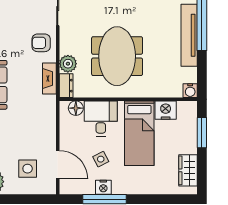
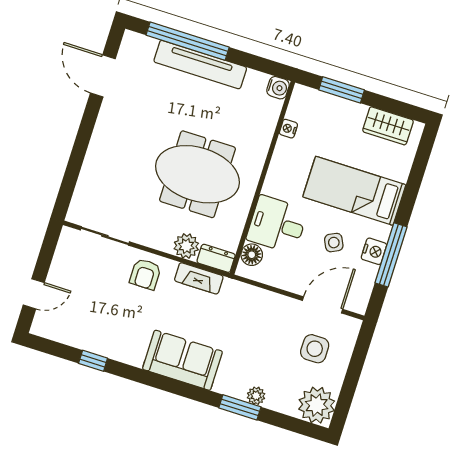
nightstand: (166, 110) -> (288, 129), width x0.53, depth x0.56
bed: (139, 133) -> (354, 191), moved, turned 180

